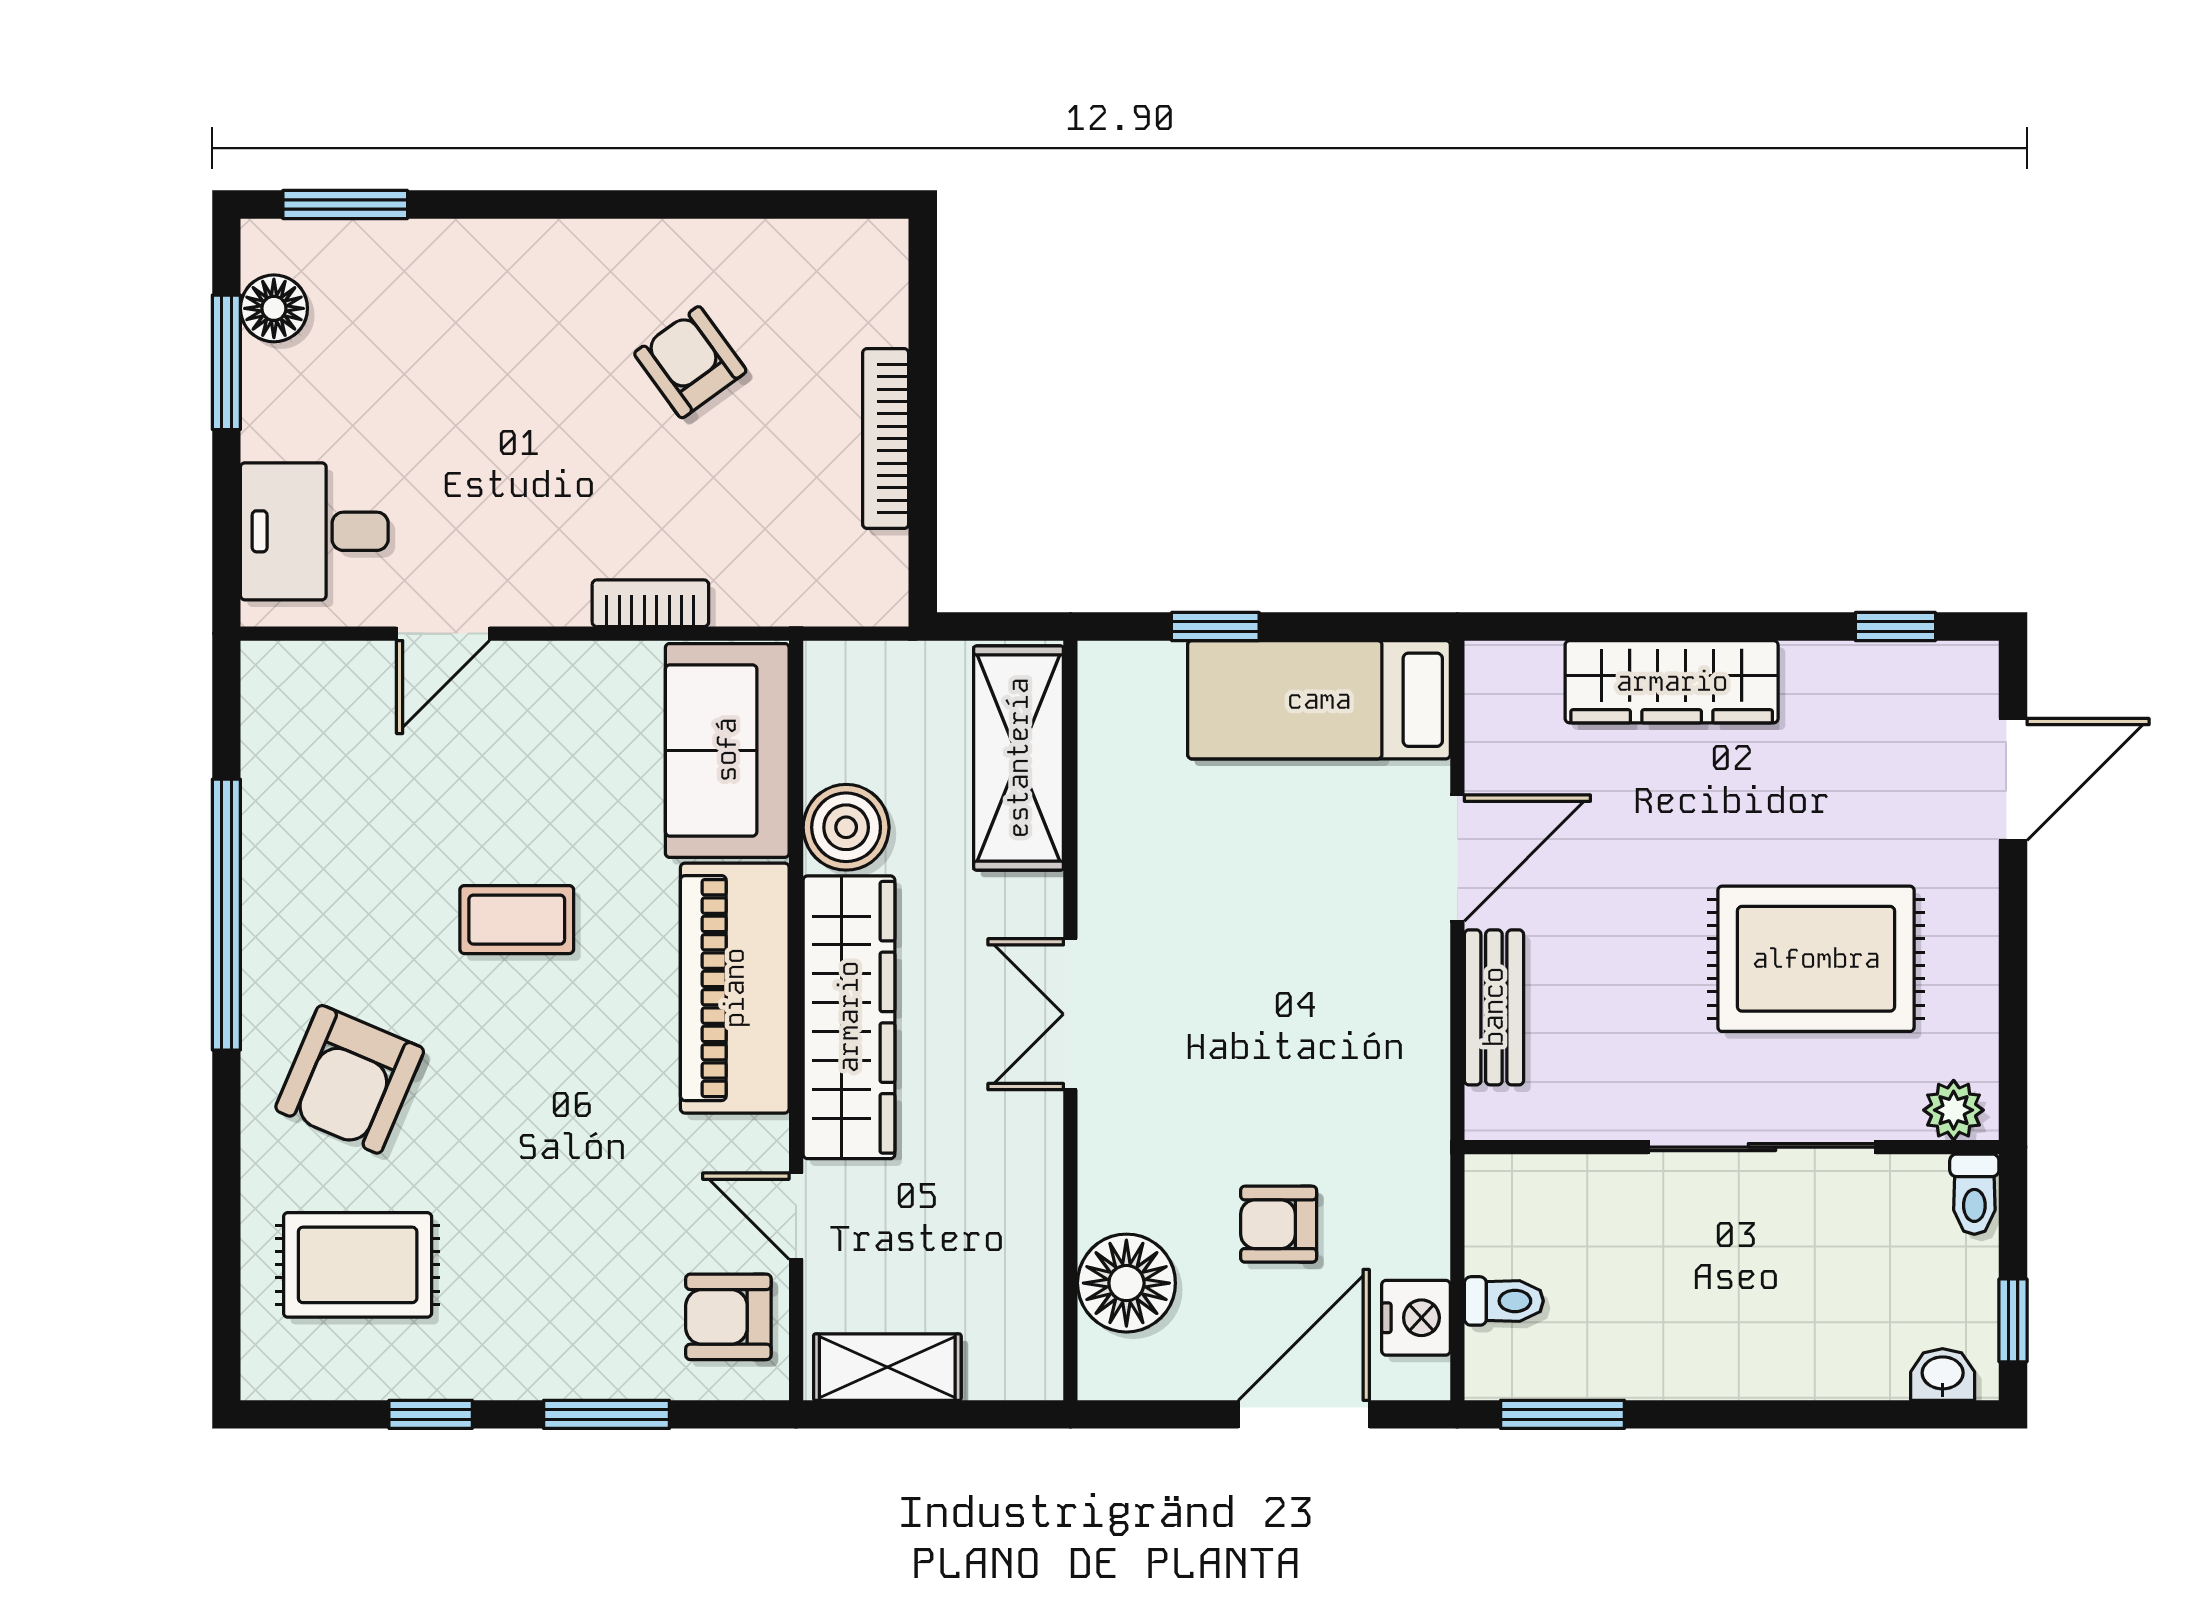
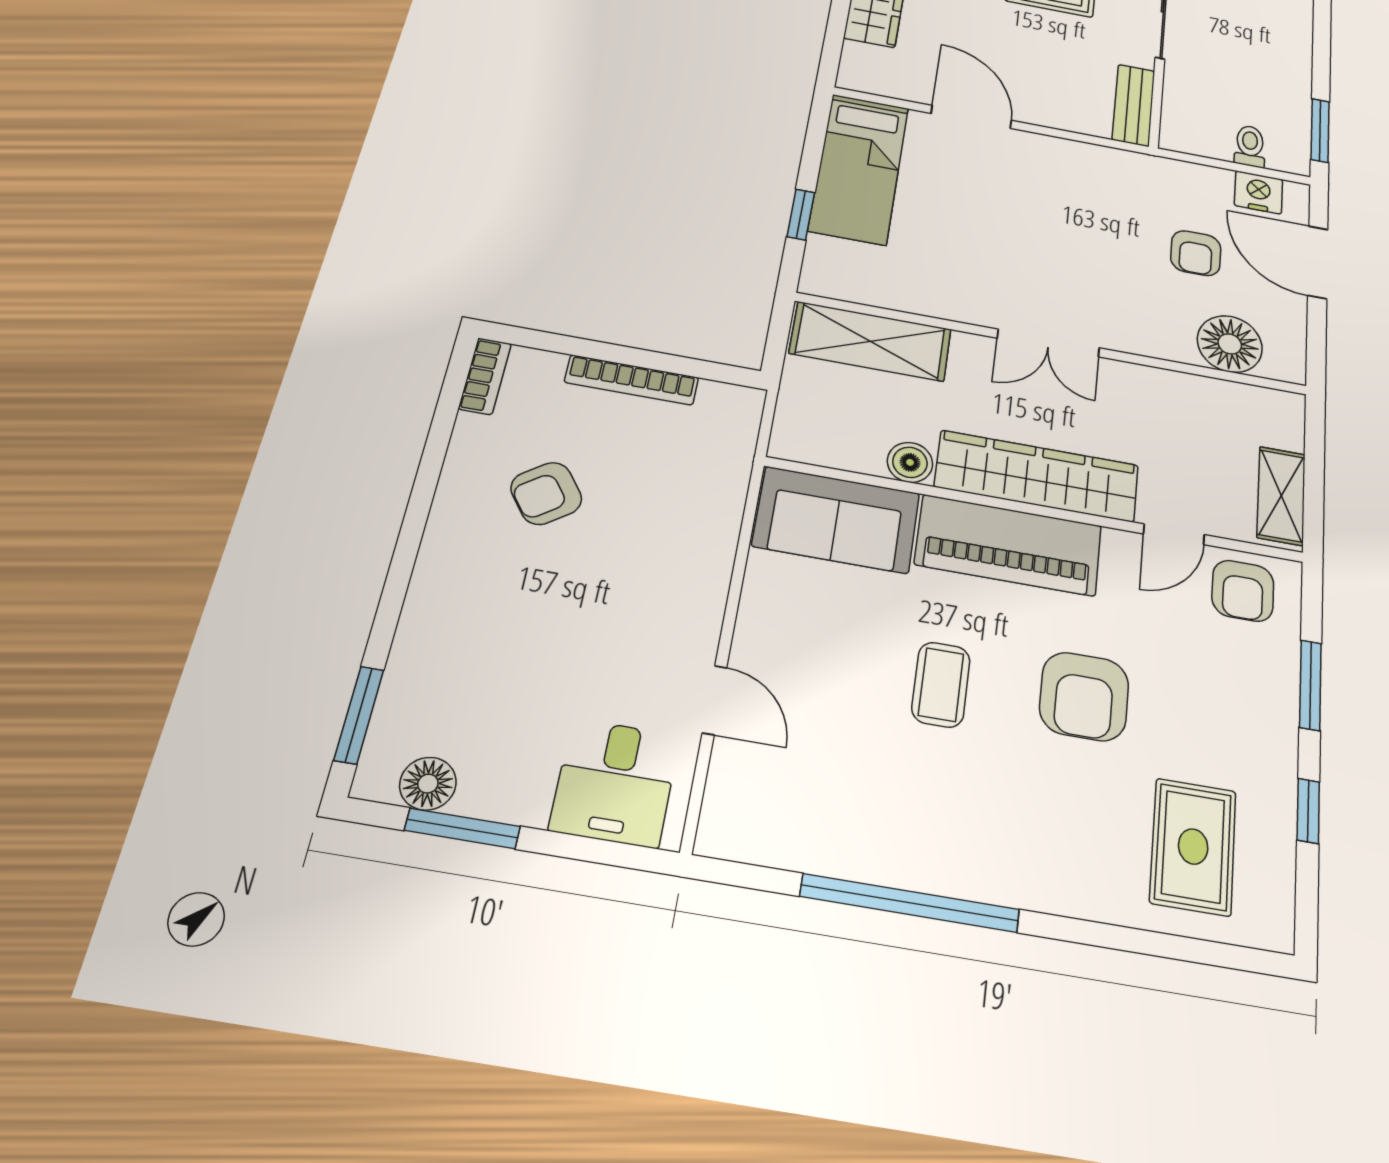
bookcase: (650, 603) -> (485, 376), moved, turned 180
boiler: (846, 827) -> (910, 462), width x0.73, depth x0.73
bench: (1494, 1007) -> (1133, 105), moved, turned 90
armchair: (350, 1079) -> (1084, 696), moved, turned 67

